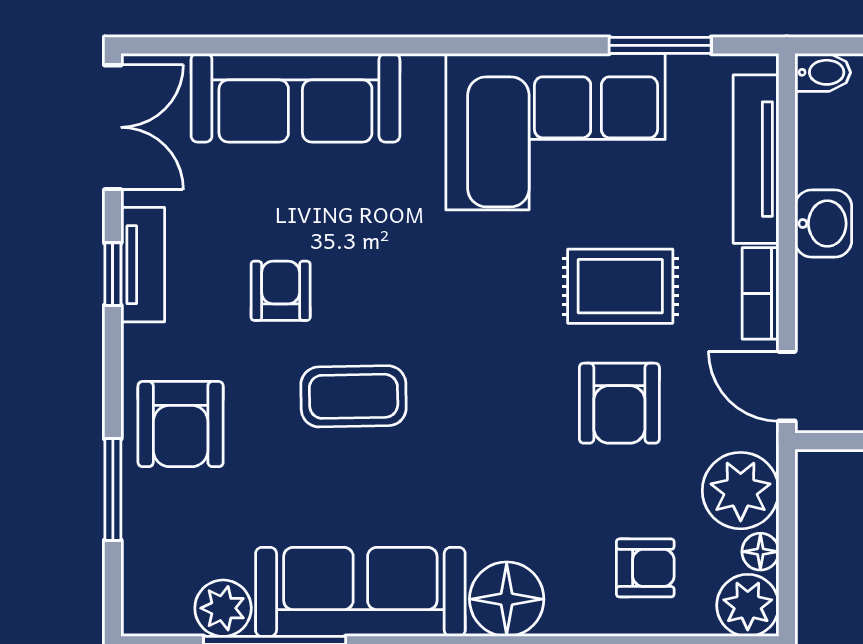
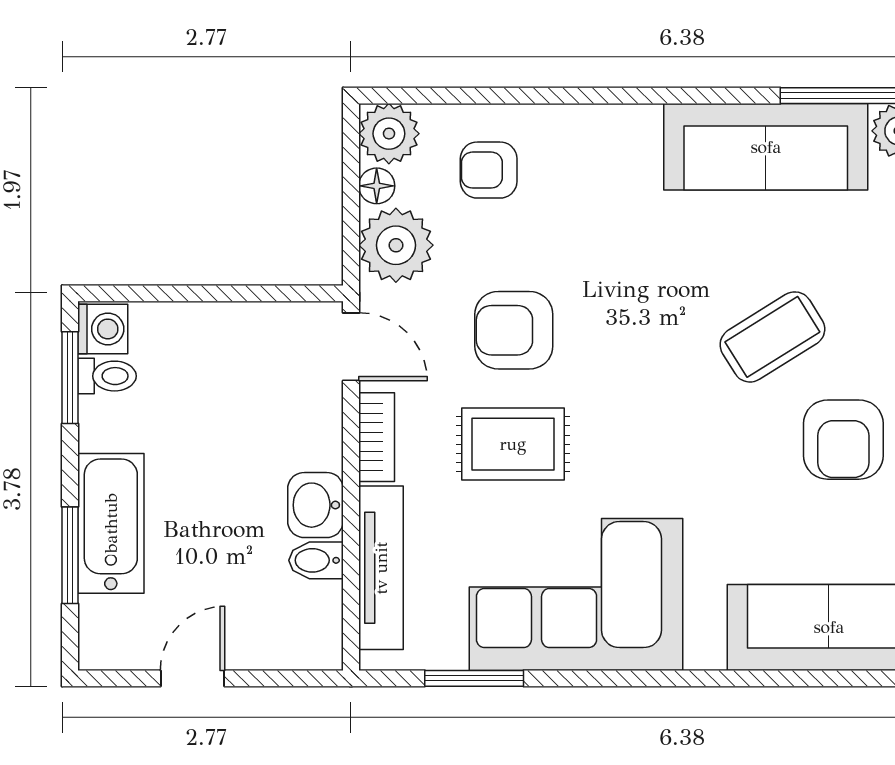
bidet: (823, 72) -> (316, 560), moved
armchair: (281, 291) -> (843, 440), width x1.38, depth x1.38
coffee table: (354, 396) -> (772, 337), turned -31
armchair: (619, 403) -> (514, 330), turned -90
floor lamp: (507, 599) -> (623, 140), removed

